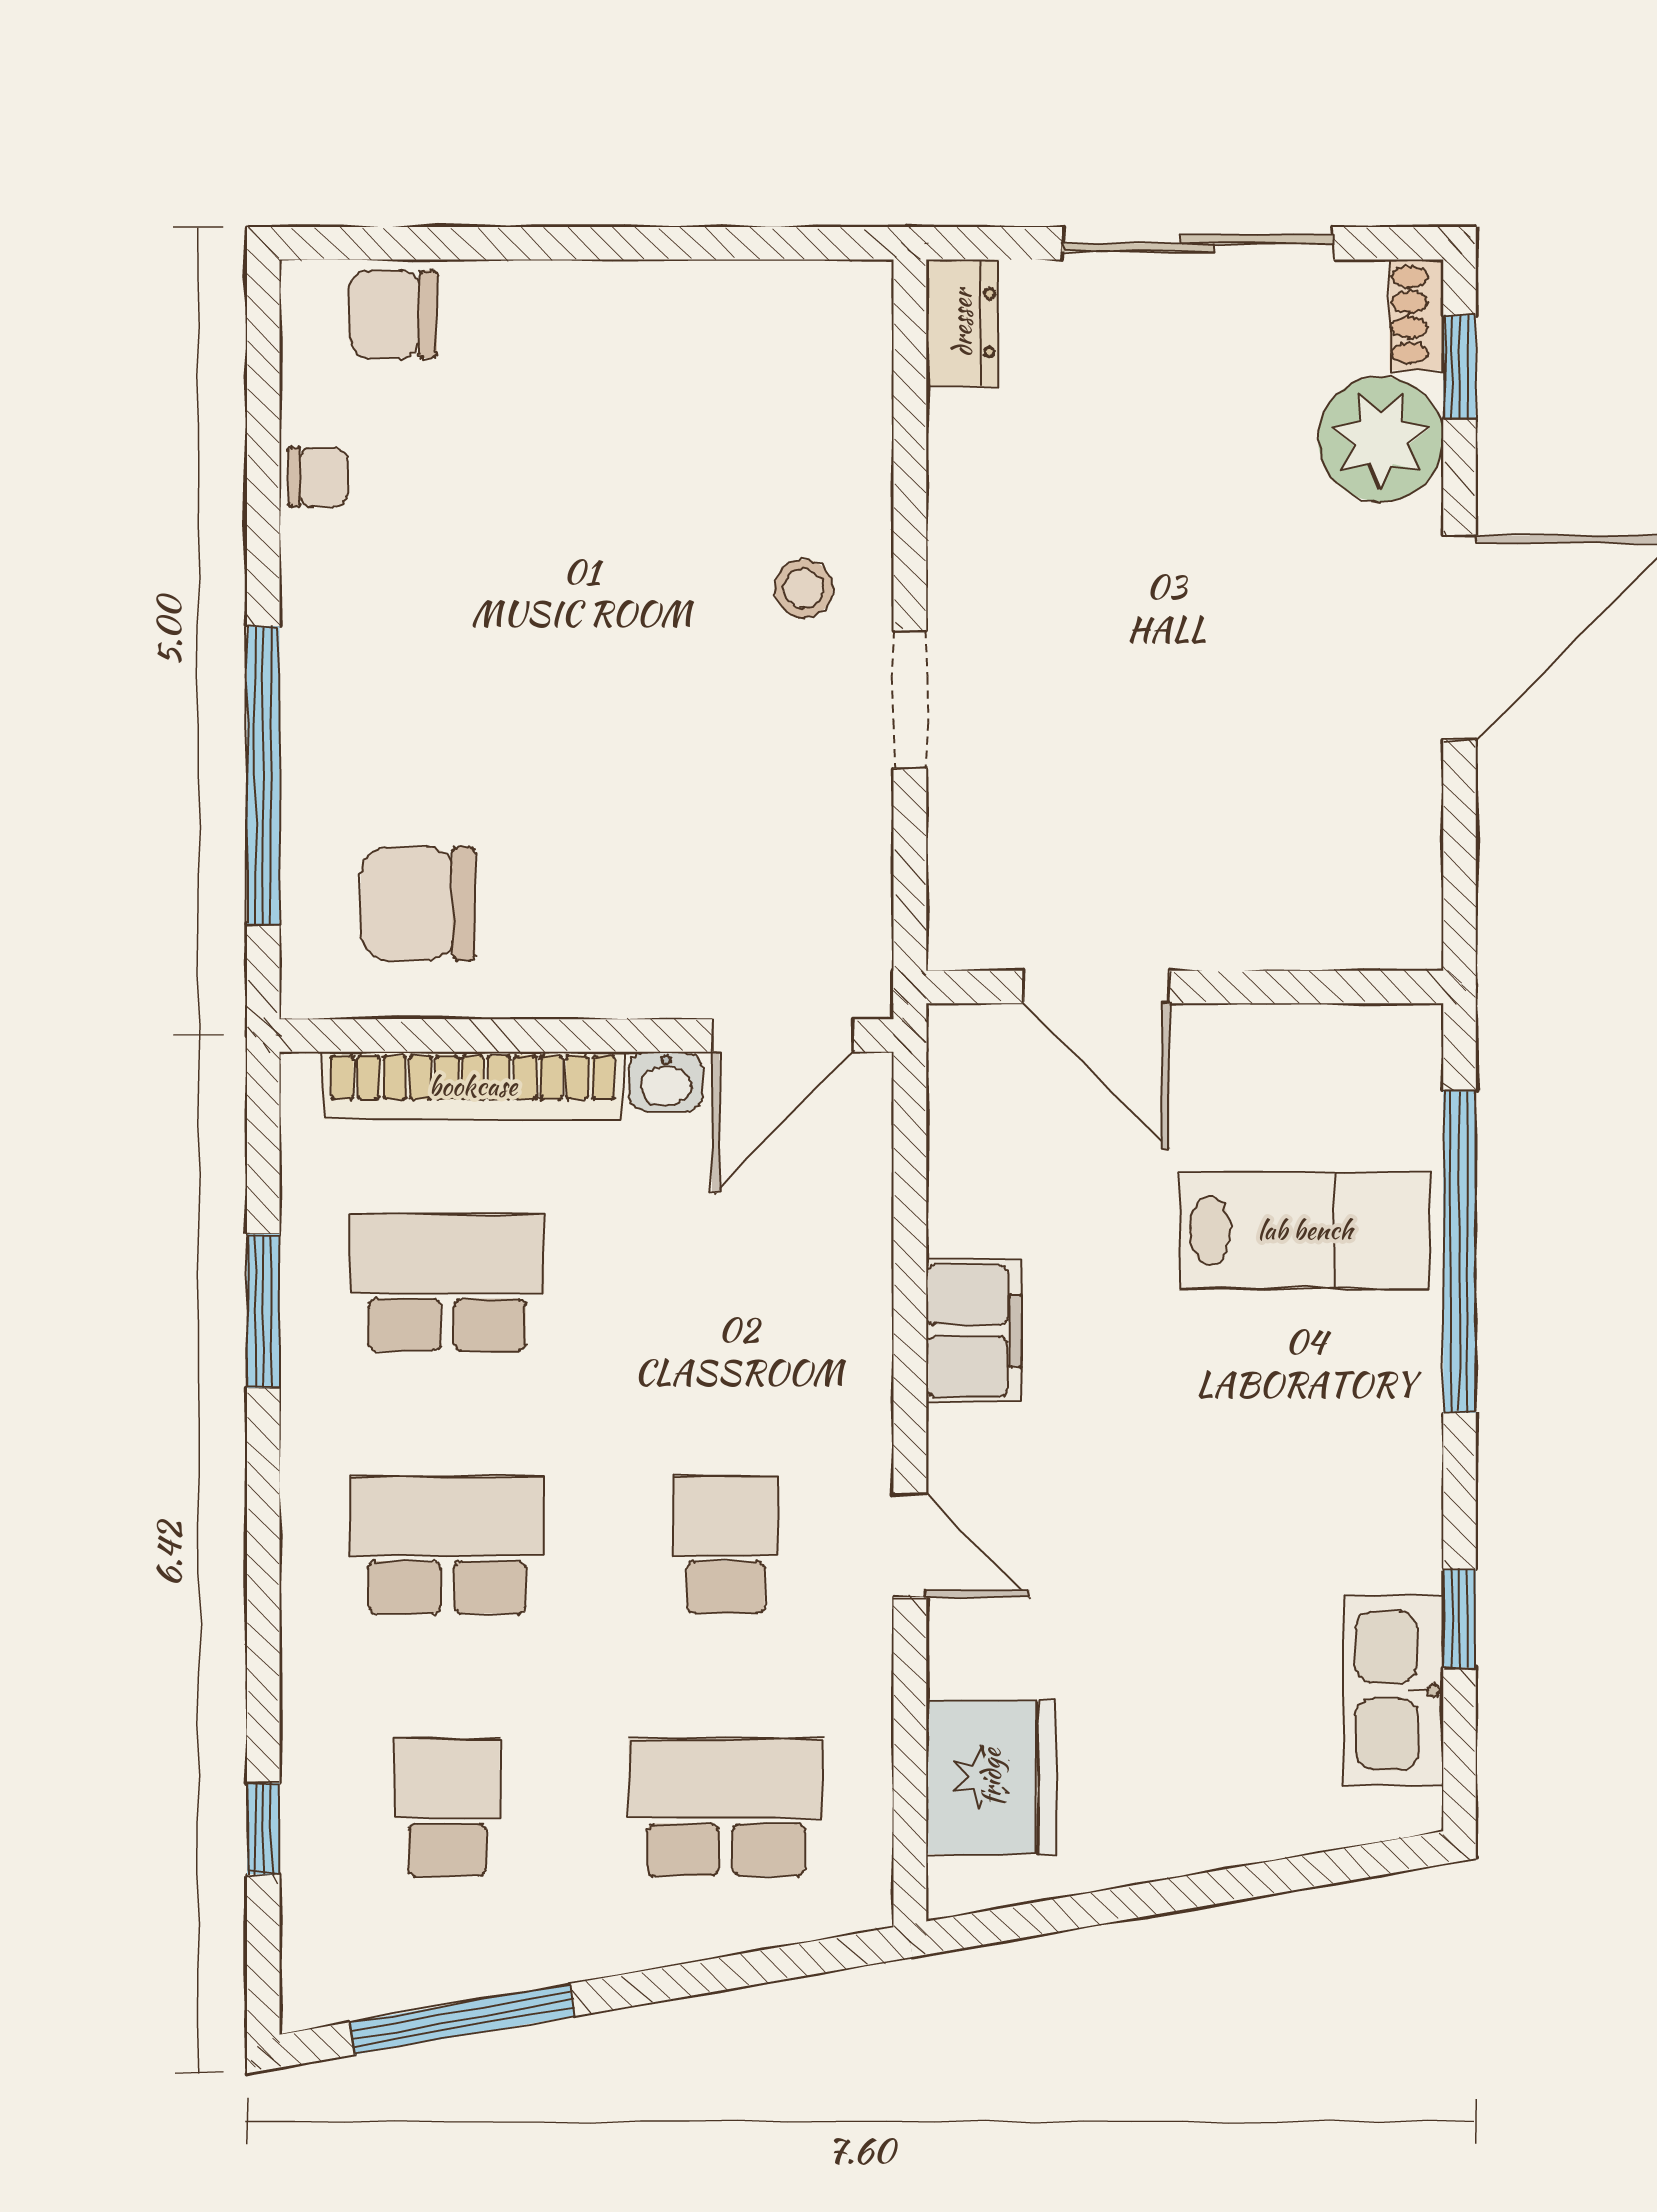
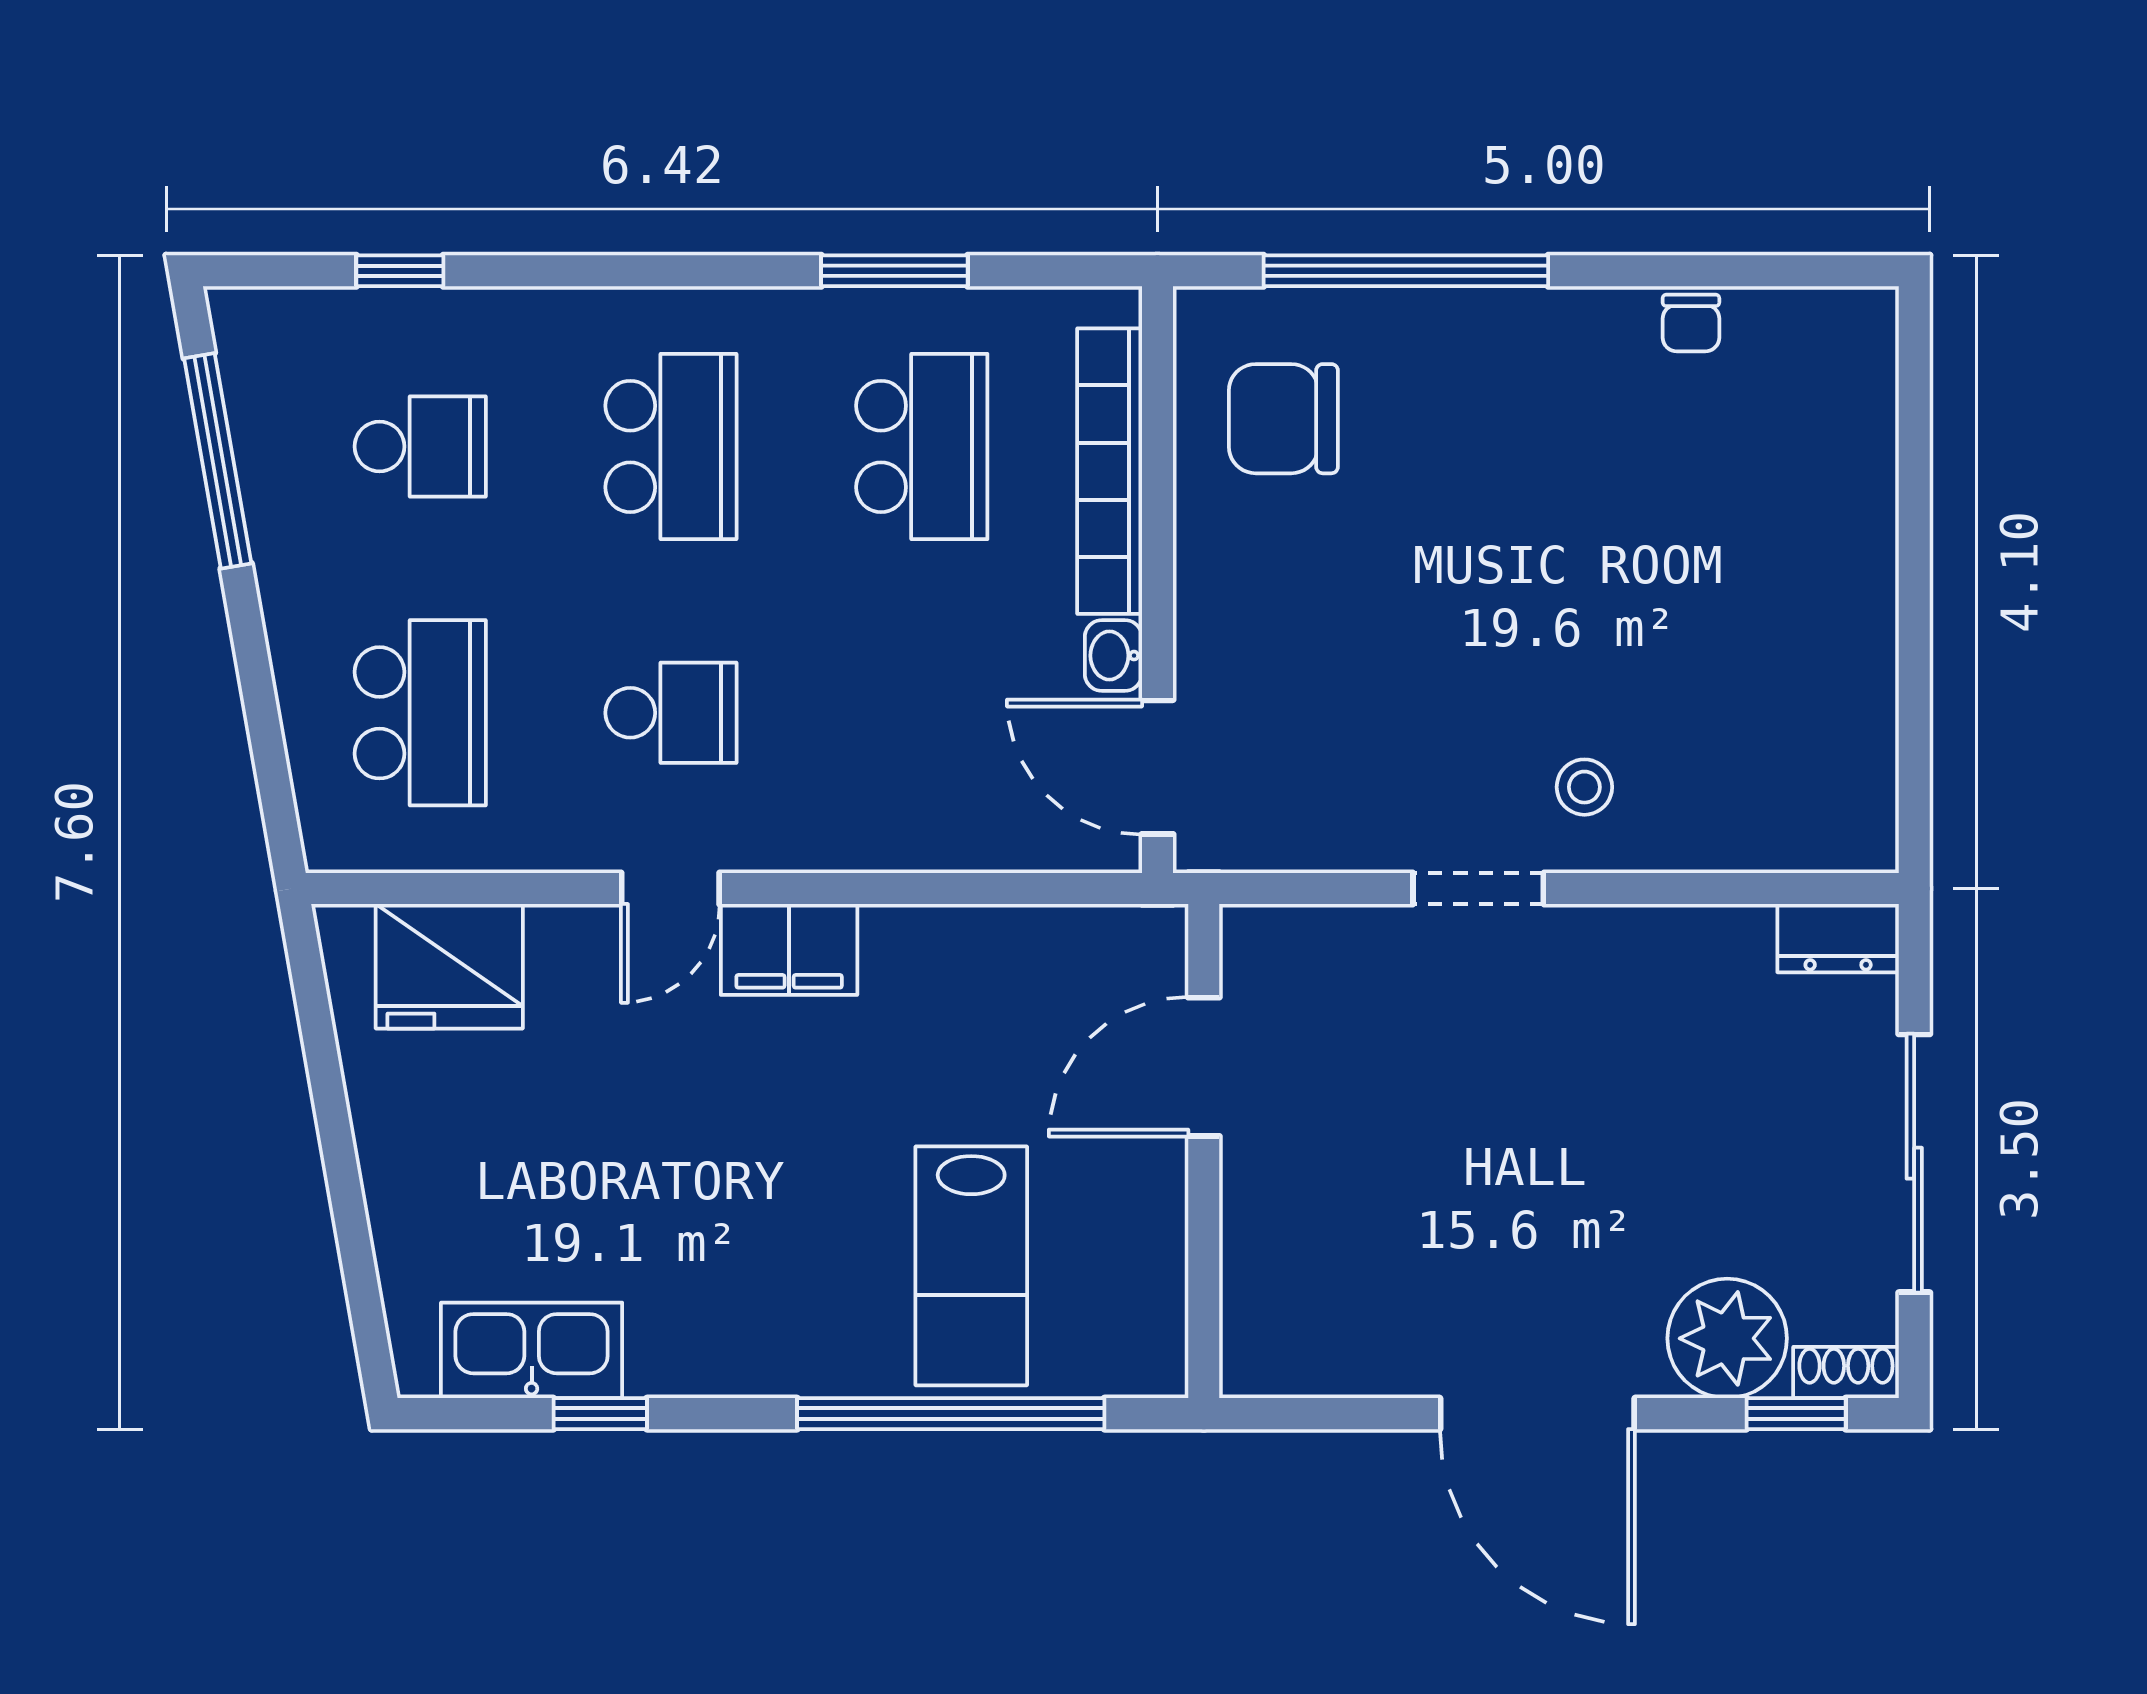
chair: (393, 314) -> (1847, 395), removed
chair: (418, 904) -> (1283, 419), turned -90
filing cabinet: (974, 1331) -> (789, 949), moved

